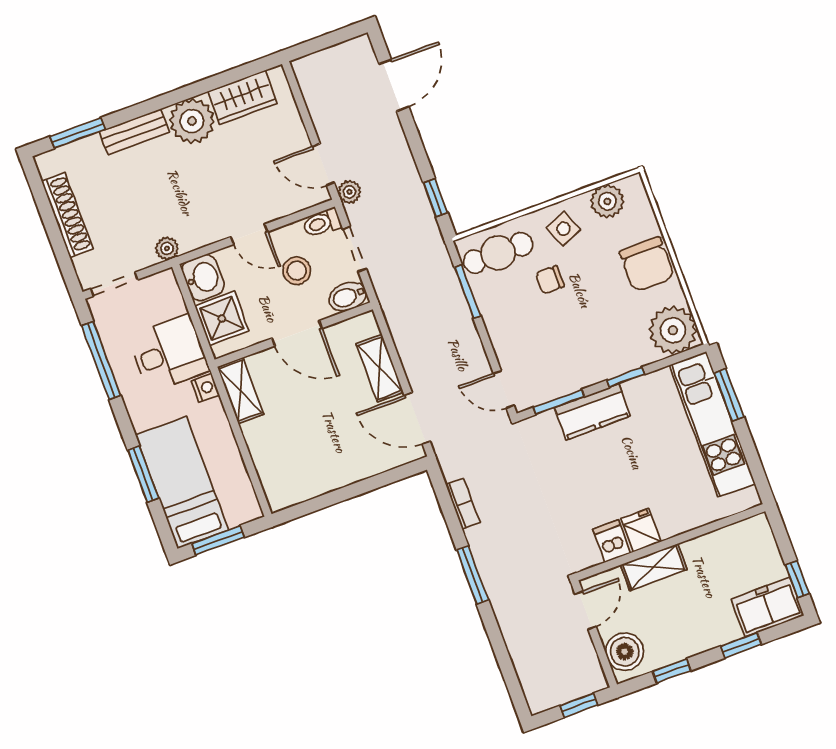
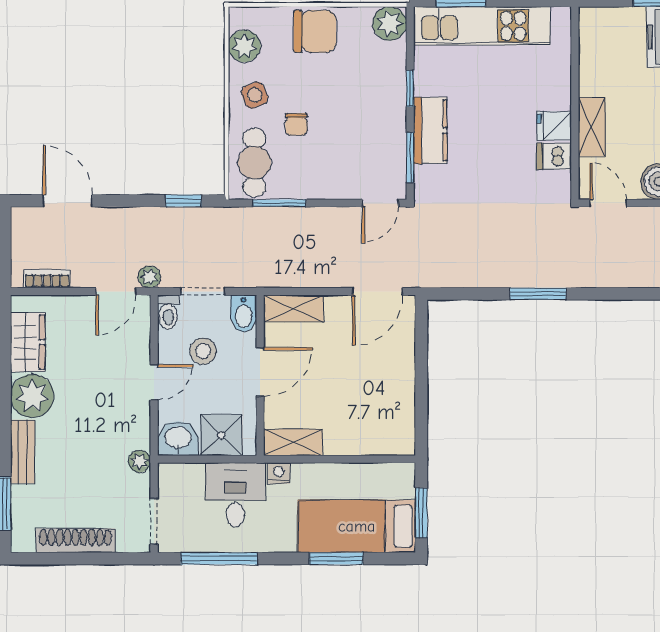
plant: (673, 330) -> (390, 24), width x0.73, depth x0.73
shelving: (380, 368) -> (294, 308), moved
bookcase: (463, 503) -> (47, 279), moved

